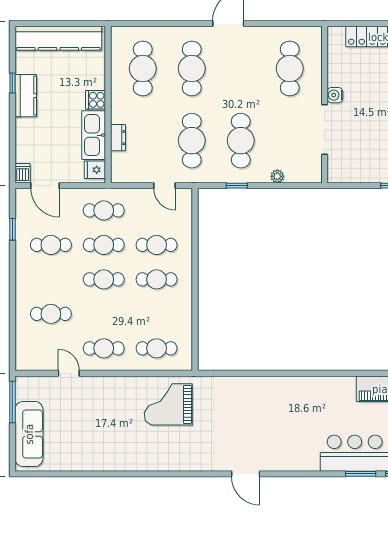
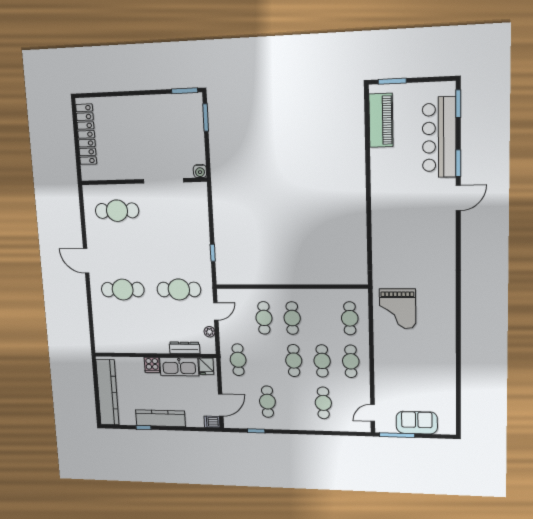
cafe table: (143, 69) -> (125, 328), removed
water cooler: (335, 95) -> (200, 171), moved
kitchen counter: (26, 96) -> (160, 418), width x1.50
dresser: (118, 138) -> (185, 348), width x1.44
cafe table: (241, 141) -> (176, 250), removed
plant: (277, 176) -> (209, 332), moved
cafe table: (104, 245) -> (322, 361), moved
door: (69, 373) -> (373, 413), moved
sofa: (29, 434) -> (417, 423), width x0.73
door: (246, 474) -> (458, 198), moved
window: (361, 474) -> (458, 163), moved

